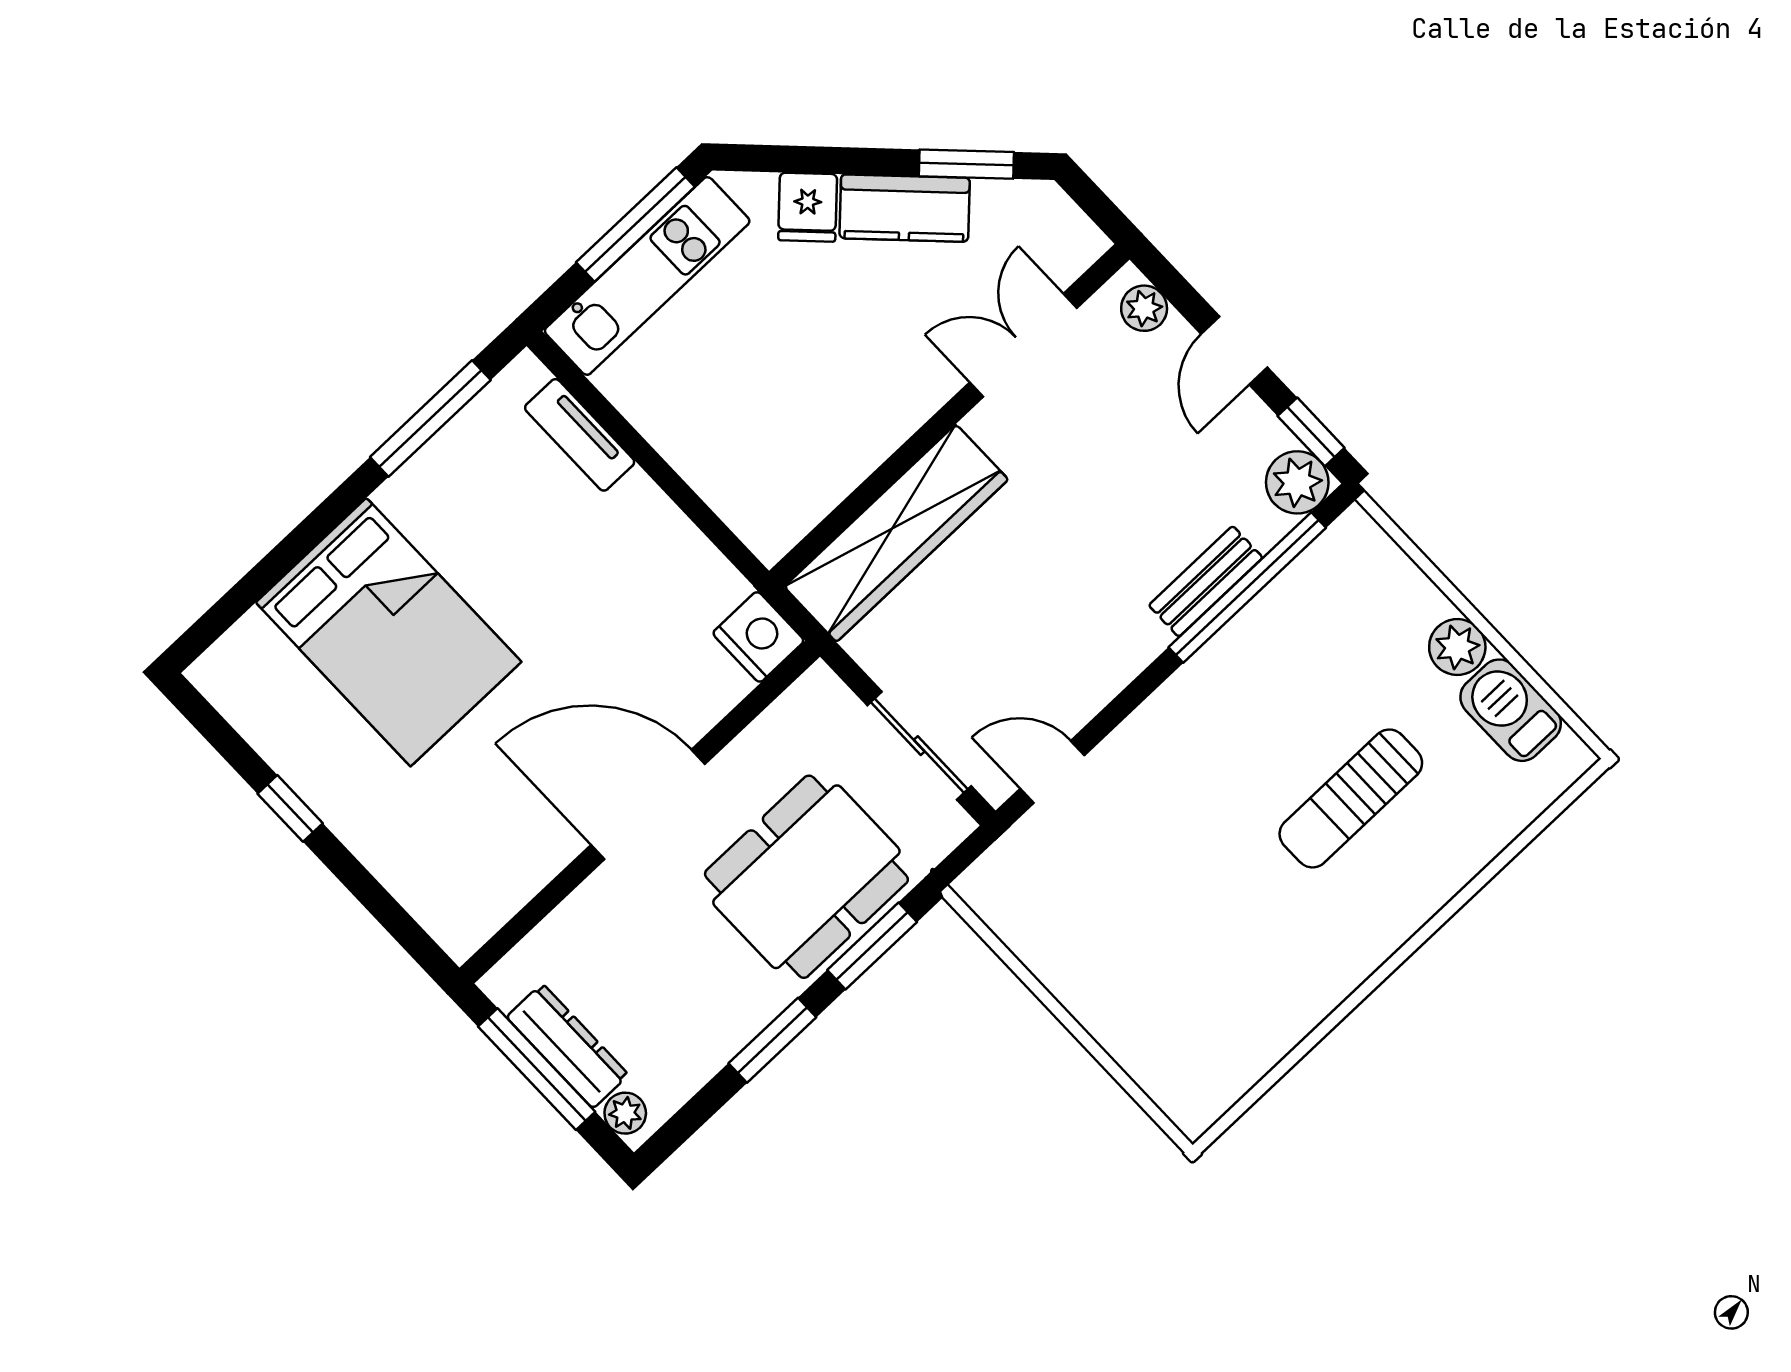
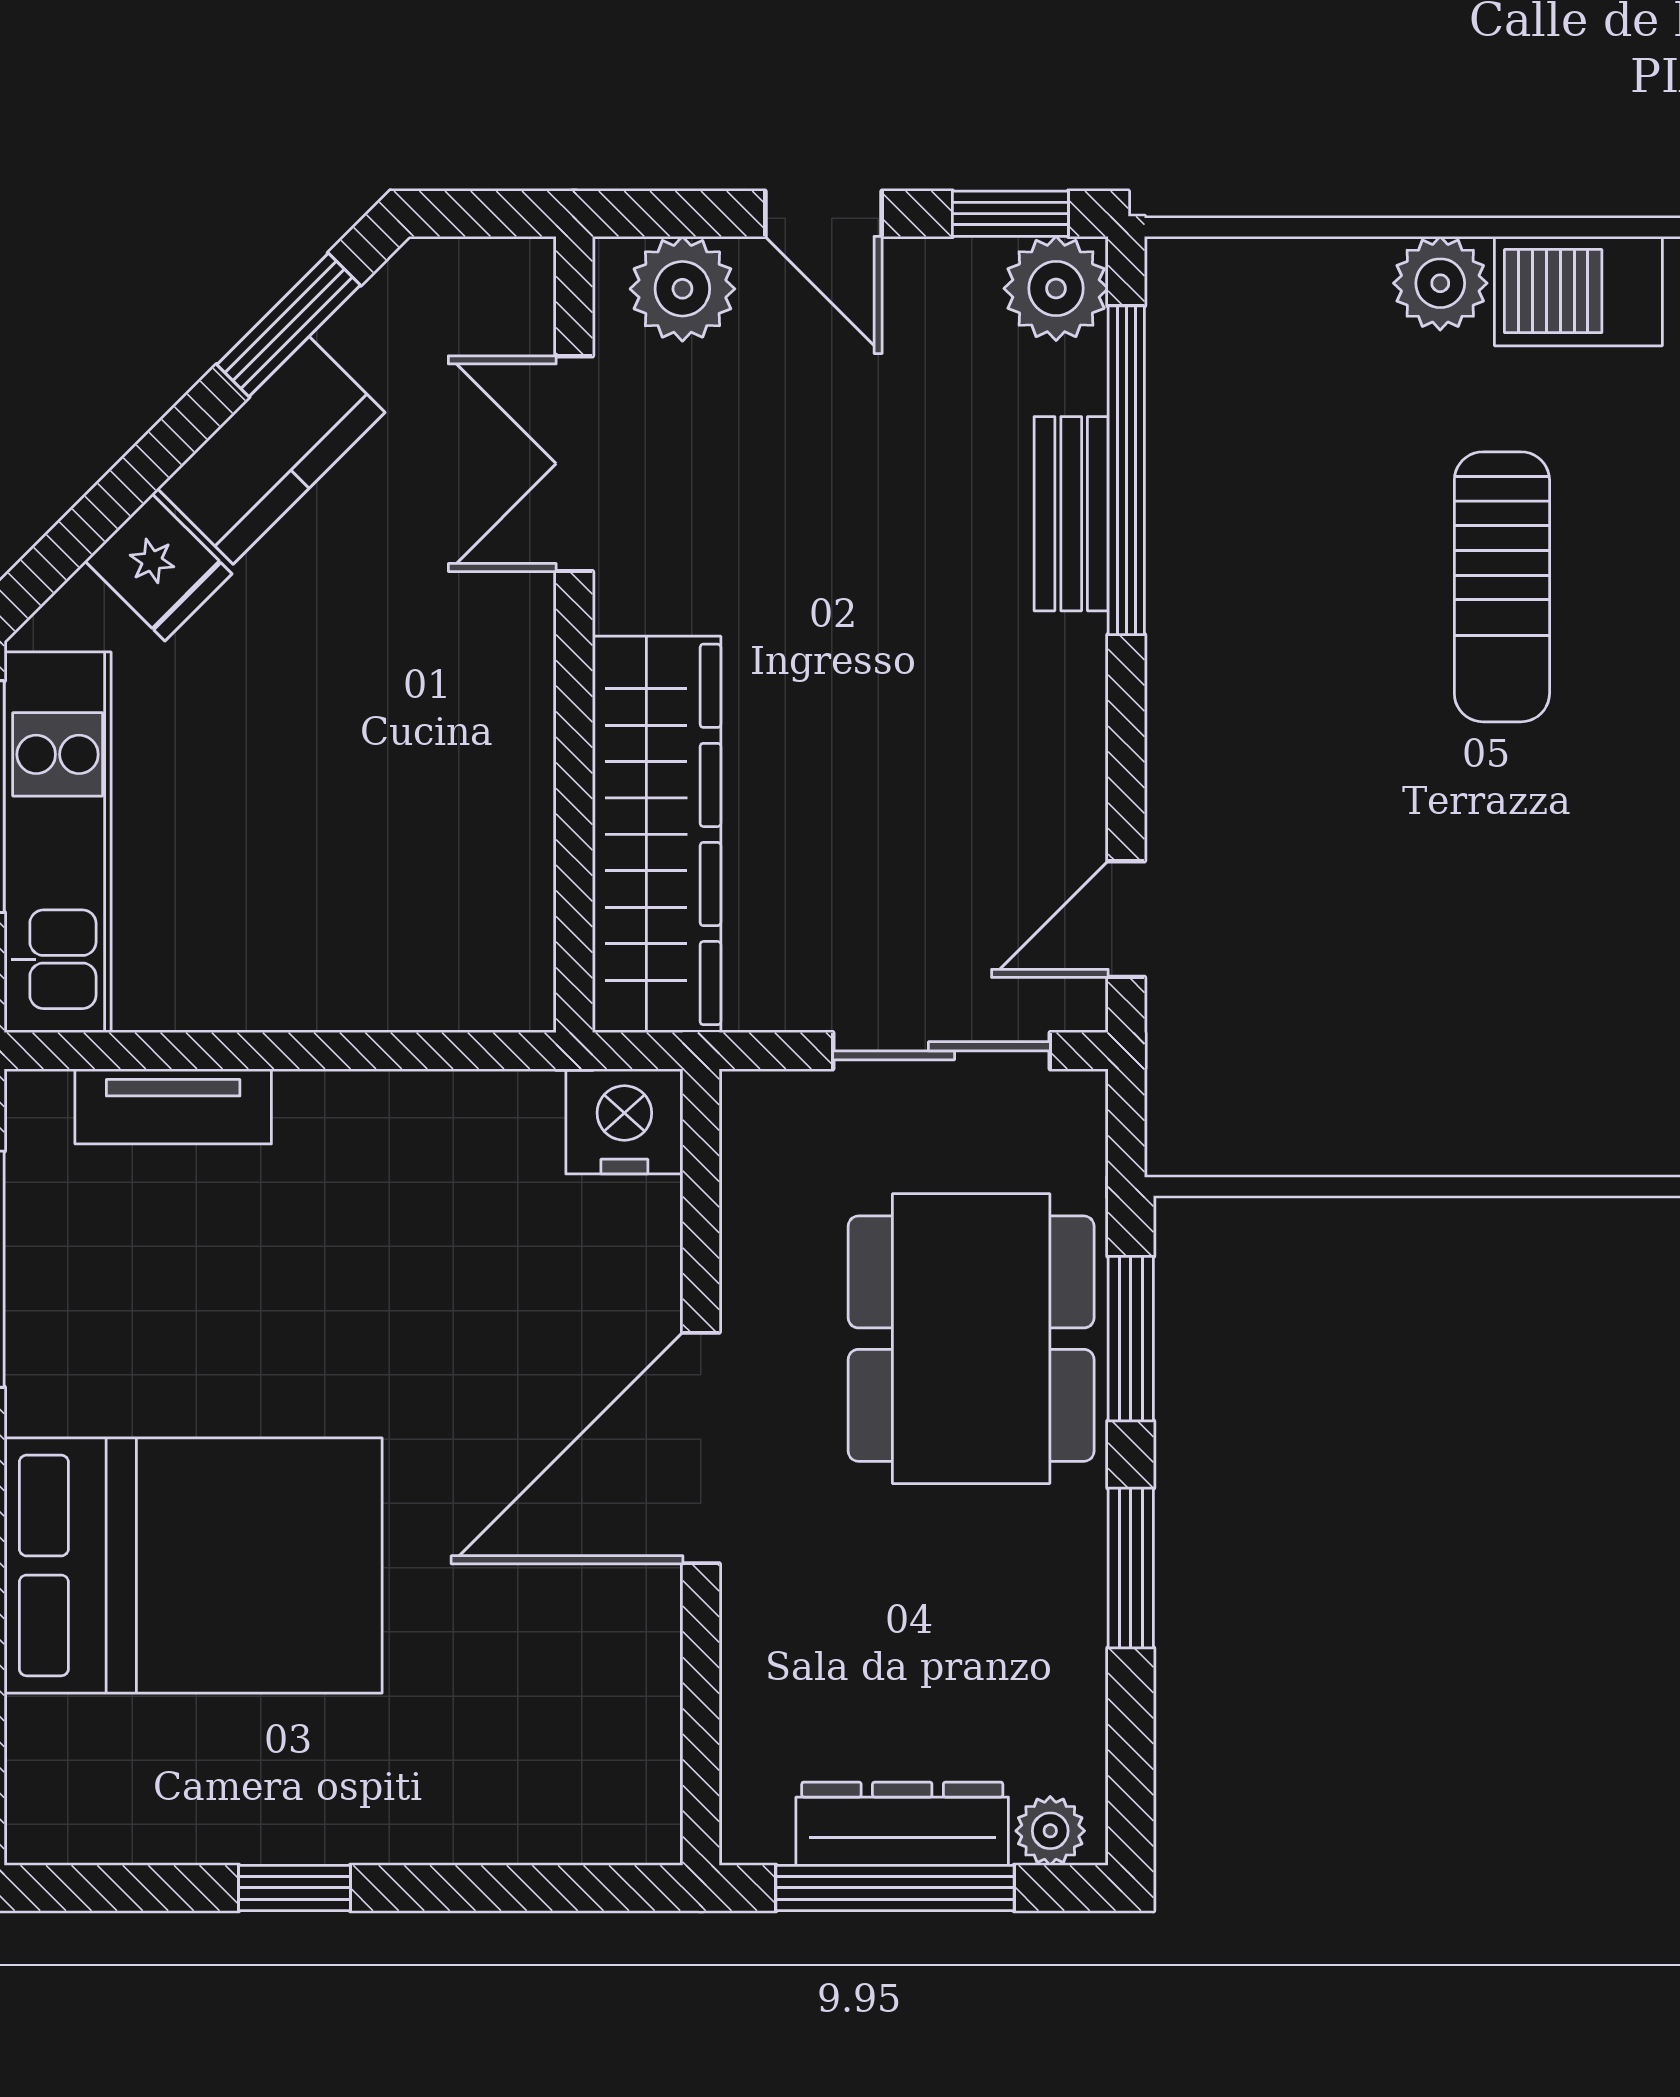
plant: (1144, 308) -> (682, 289), width x1.38, depth x1.38

